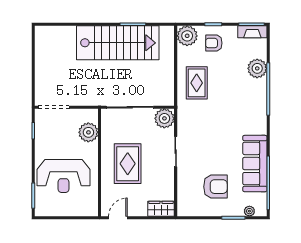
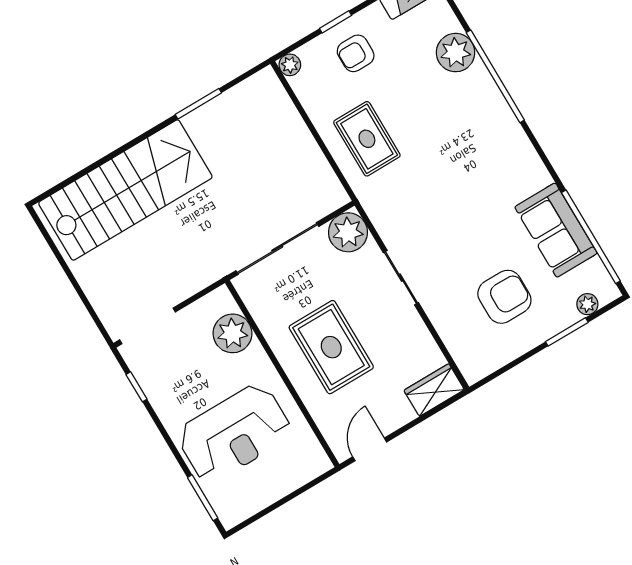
plant: (187, 36) -> (290, 65), width x0.53, depth x0.53
stairs: (118, 43) -> (125, 190), moved
sofa: (255, 164) -> (556, 230), width x0.73

